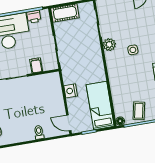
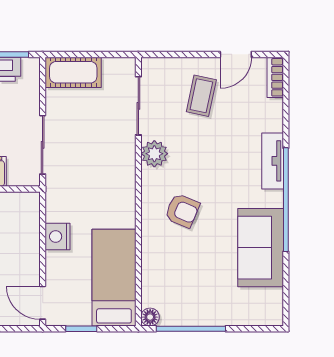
side table: (133, 50) -> (202, 173), removed
armchair: (127, 69) -> (182, 211), added
coffee table: (139, 111) -> (201, 96), moved

